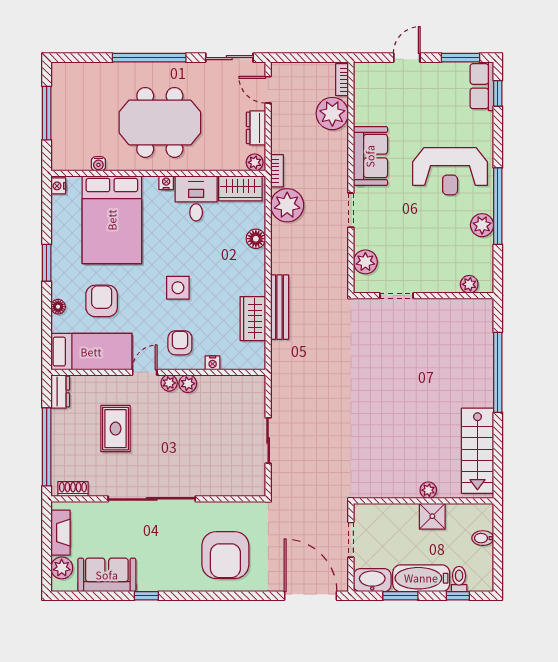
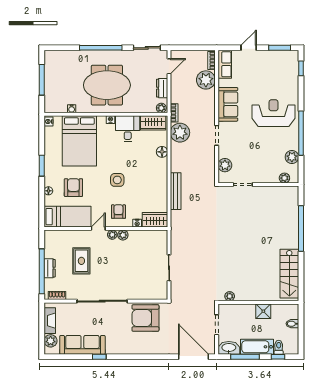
row of seats: (482, 86) -> (225, 64), moved, turned 180
door: (268, 90) -> (169, 66), swing flipped
reception desk: (450, 171) -> (274, 113), turned 180
plant: (482, 225) -> (292, 157), moved
wardrobe: (253, 319) -> (155, 220), moved, turned 90
dresser: (60, 391) -> (50, 268), moved
plant: (428, 490) -> (230, 296), moved
armchair: (225, 555) -> (145, 318), moved, turned 90
sofa: (107, 575) -> (82, 345), width x1.36
window: (400, 596) -> (245, 357), width x1.44

